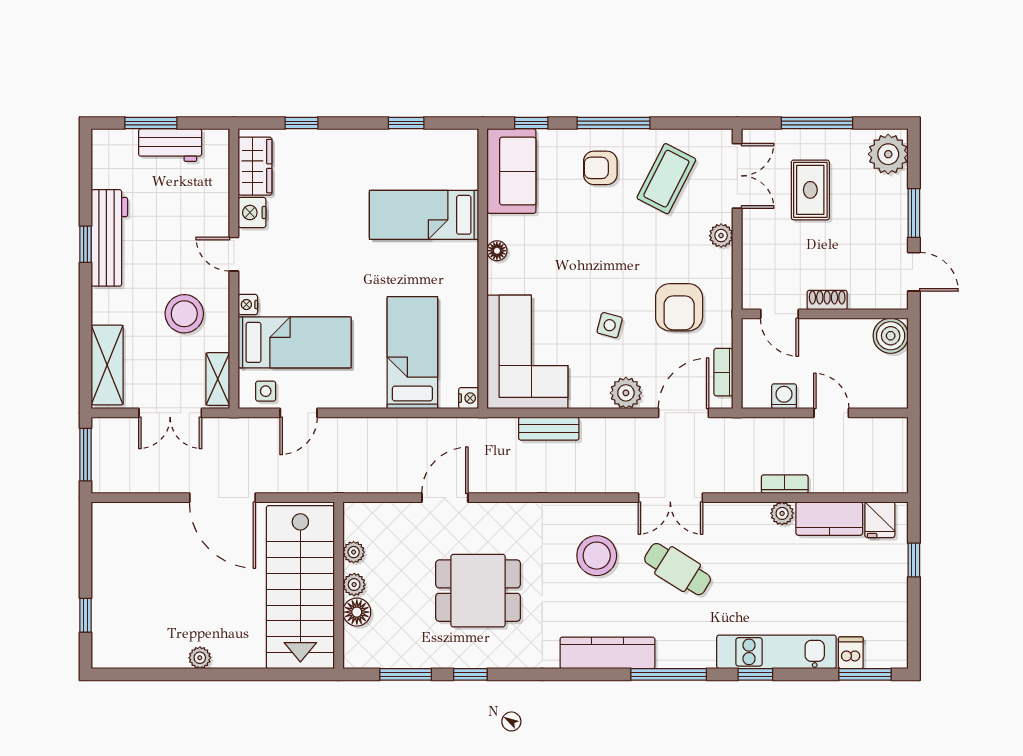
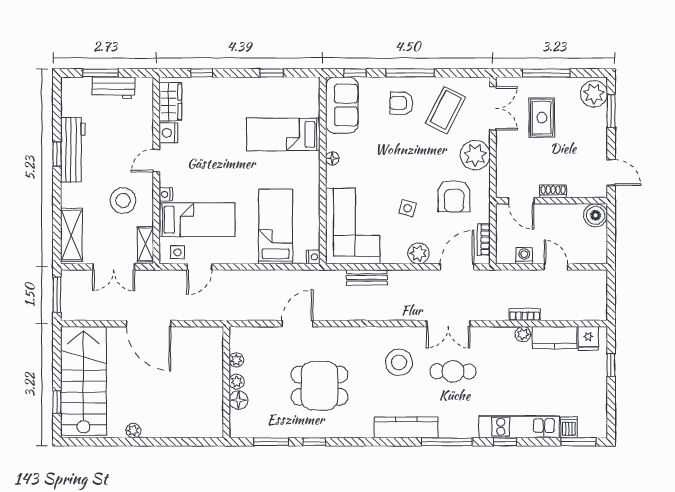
window: (914, 213) -> (611, 111), moved
plant: (721, 236) -> (475, 155), width x1.88, depth x1.88
door: (234, 254) -> (156, 161), hinge flipped
cafe table: (678, 569) -> (453, 371), turned -32
stairs: (300, 587) -> (83, 381), moved, turned 180

